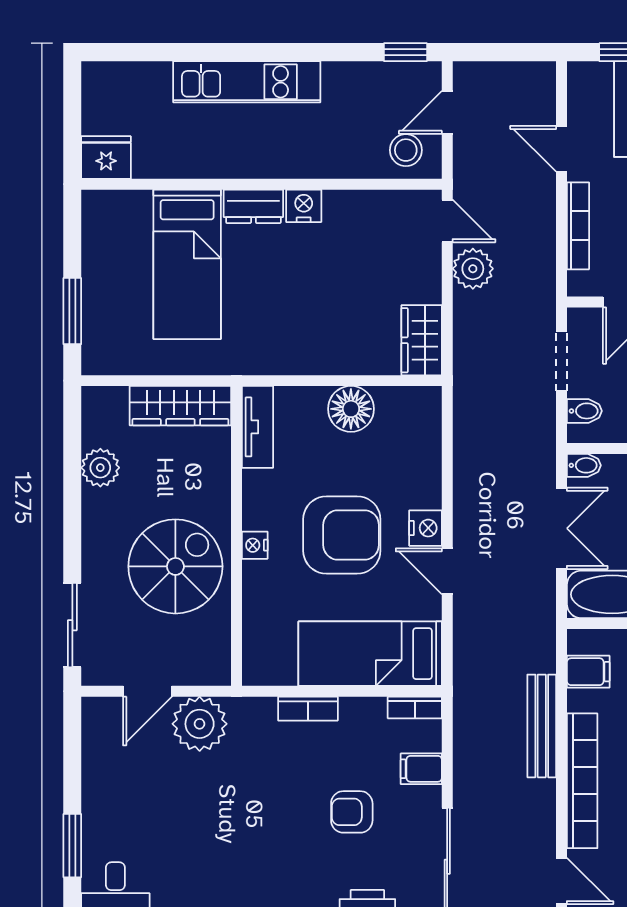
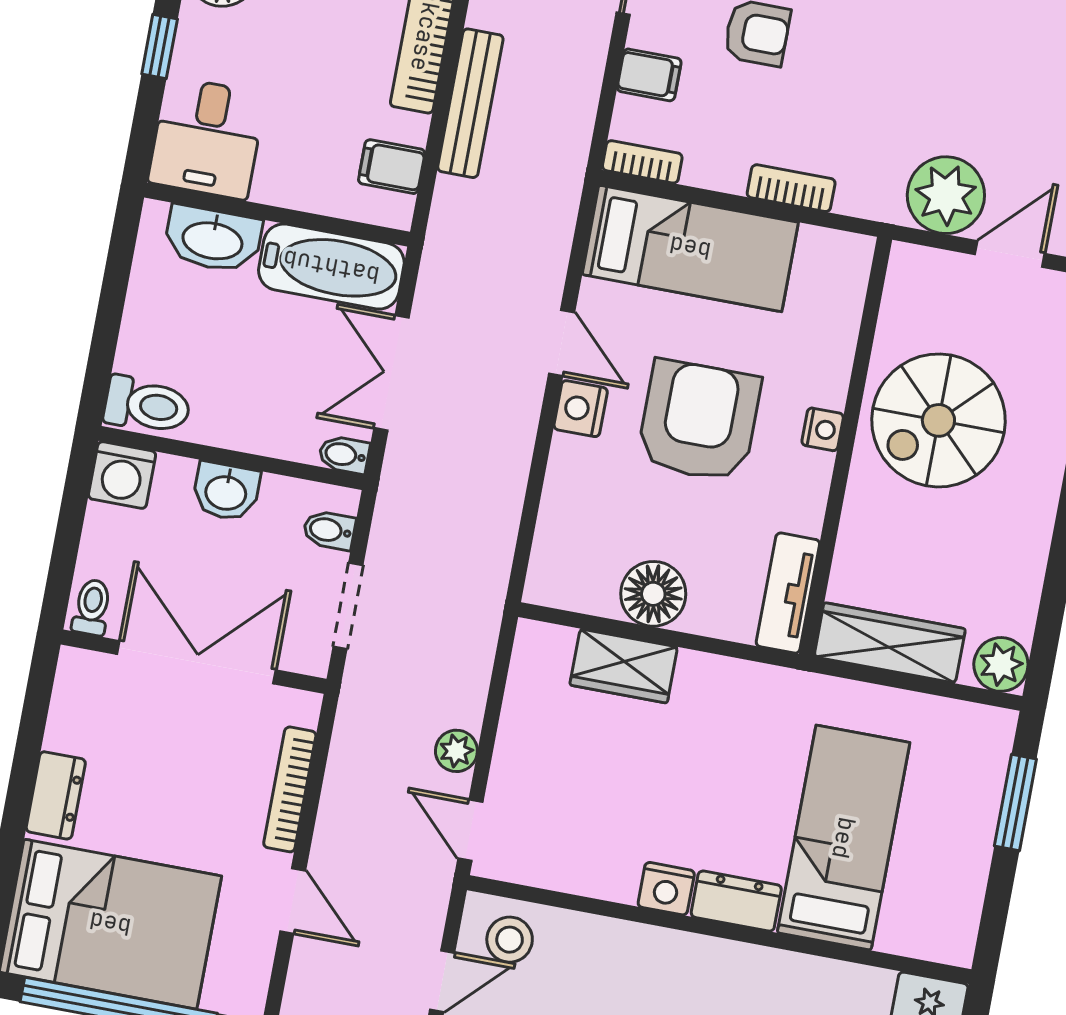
plant: (473, 269) -> (456, 751), width x0.73, depth x0.73
wardrobe: (422, 340) -> (624, 666), moved, turned 90
plant: (100, 468) -> (1001, 664), moved
armchair: (342, 535) -> (699, 421), turned 90

